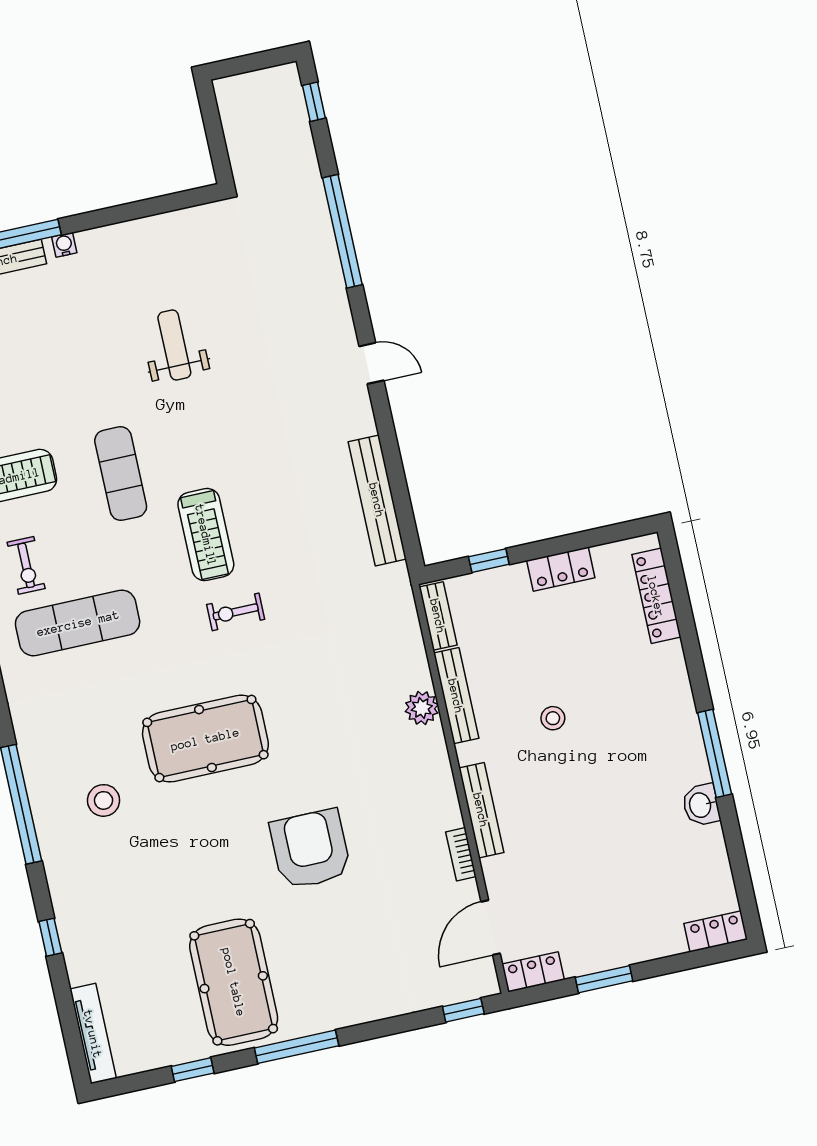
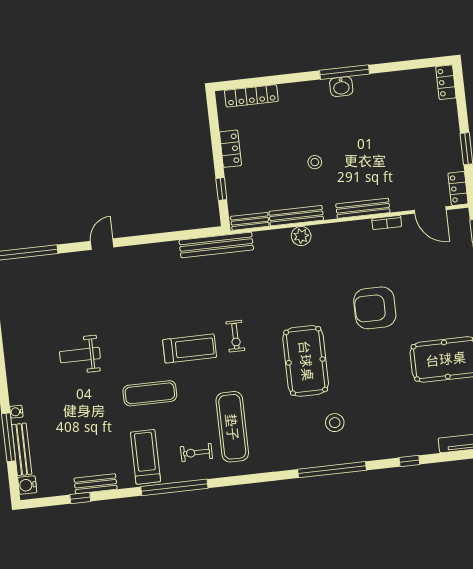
bench: (377, 500) -> (216, 245), moved
exercise bike: (26, 565) -> (196, 453), turned 180
washbasin: (701, 805) -> (341, 87), moved

